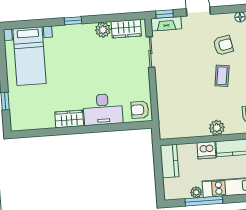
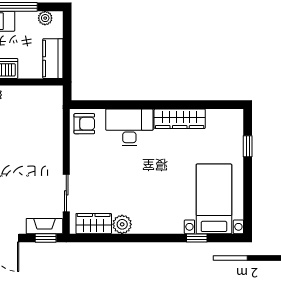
window: (73, 21) -> (197, 238), moved
wardrobe: (69, 119) -> (180, 119), width x1.50
plant: (196, 192) -> (45, 18), moved

